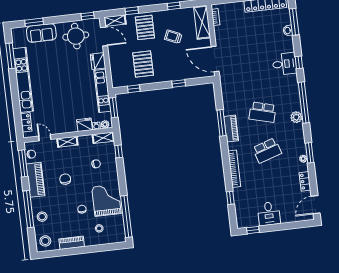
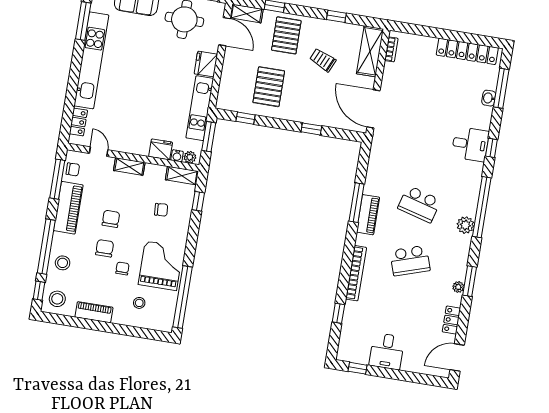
chair: (67, 199) -> (105, 248), added
window: (32, 239) -> (39, 291), added

